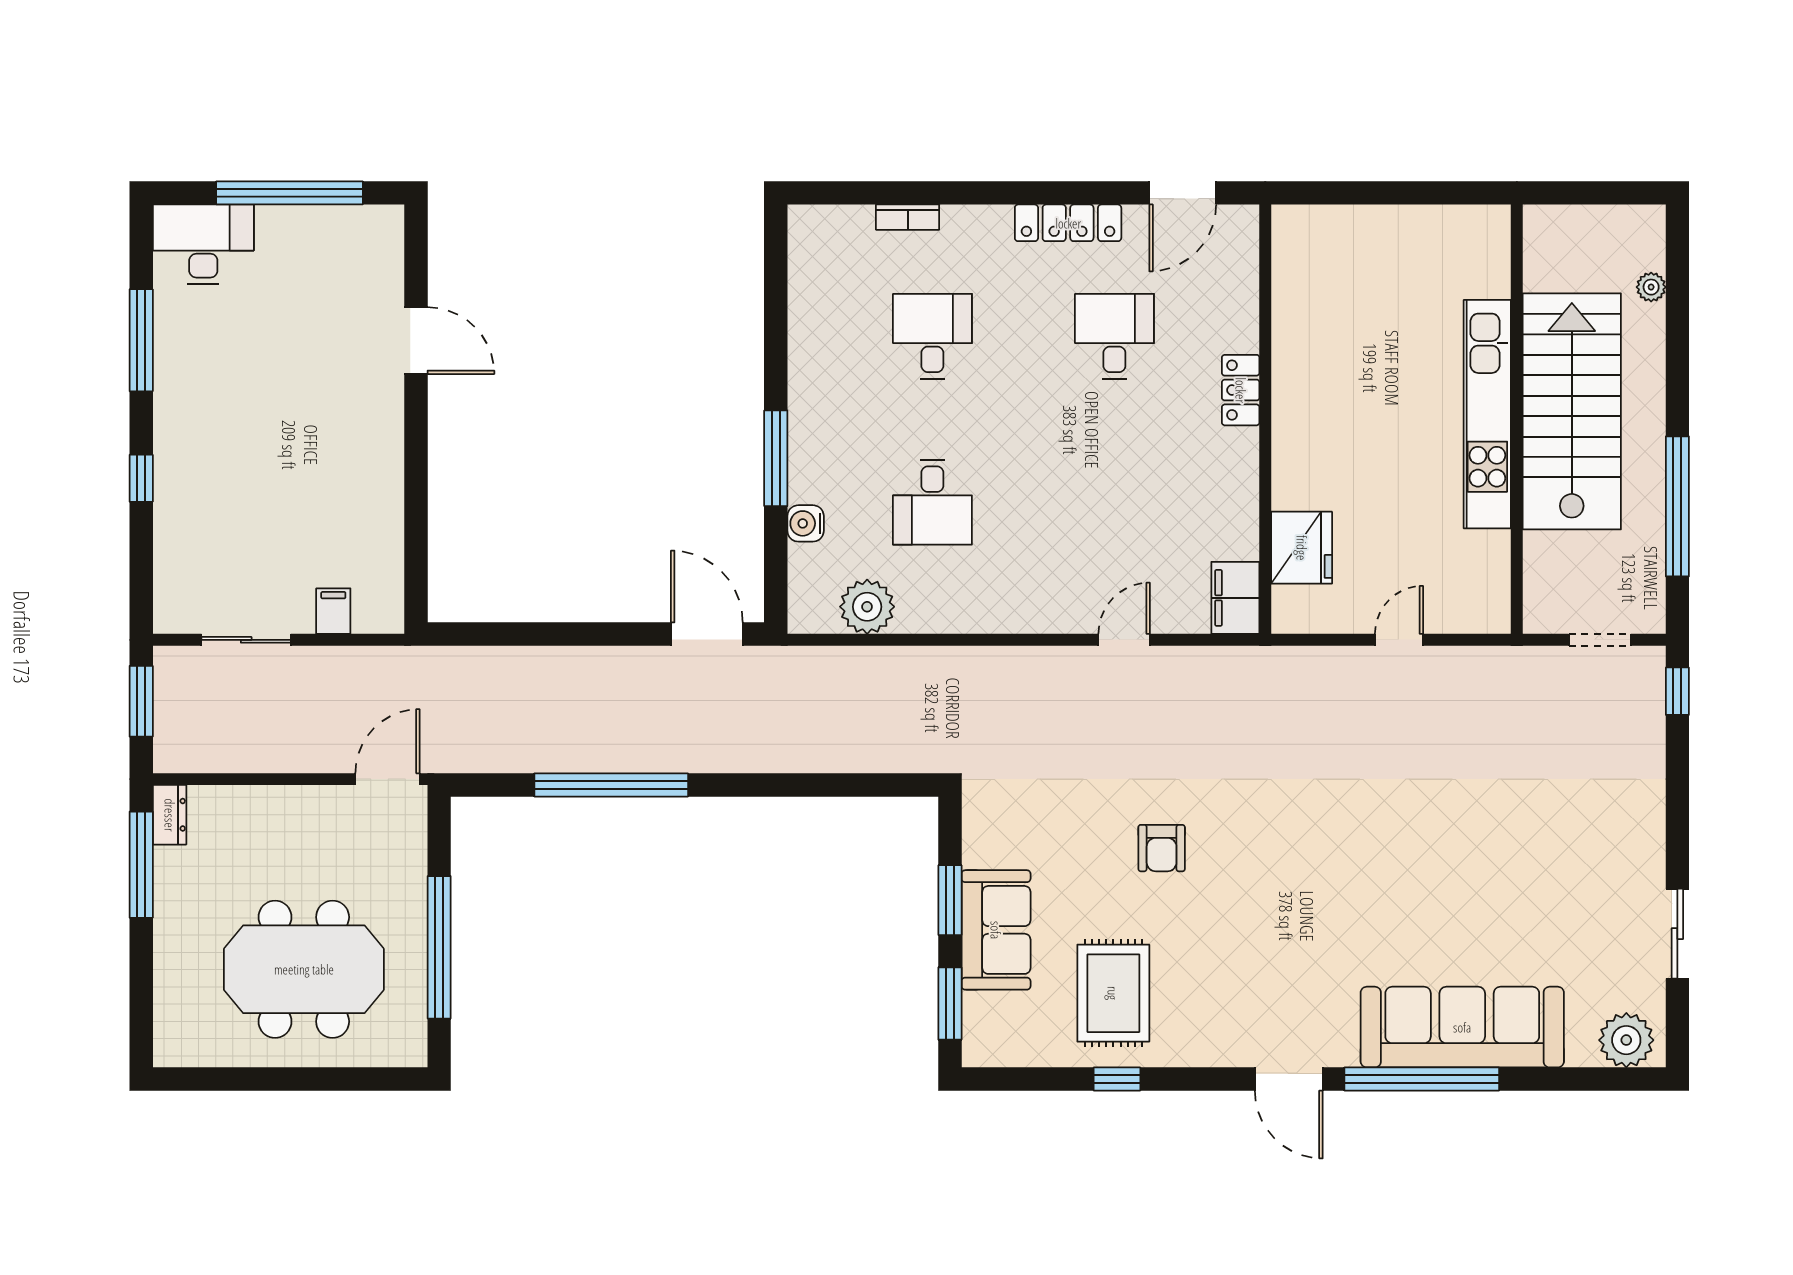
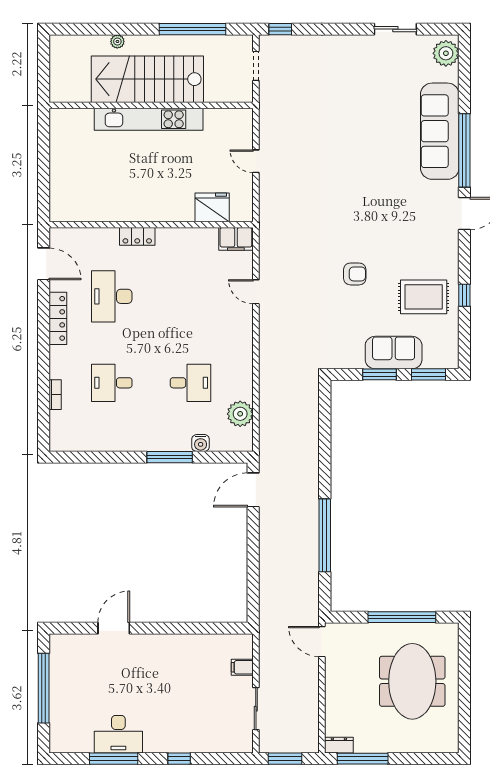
desk: (203, 244) -> (118, 734), moved, turned -90
plant: (1651, 287) -> (117, 41), moved
desk: (1114, 336) -> (112, 296), width x1.37

